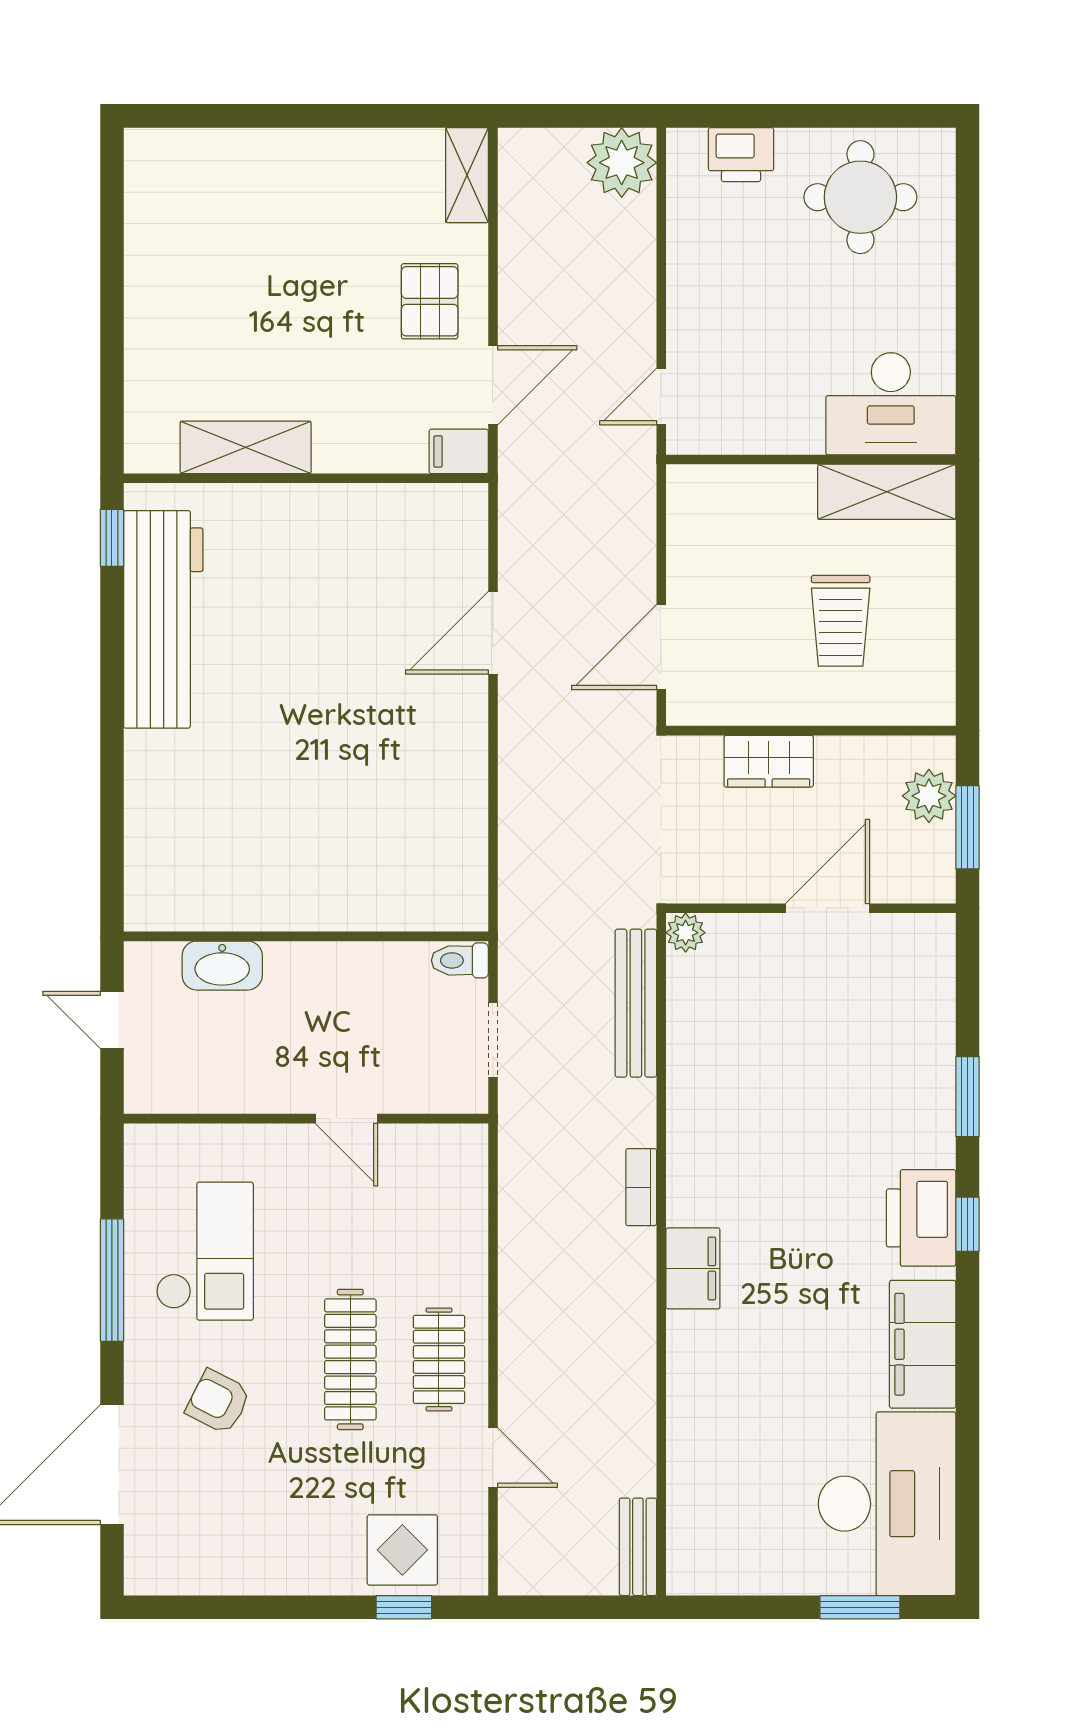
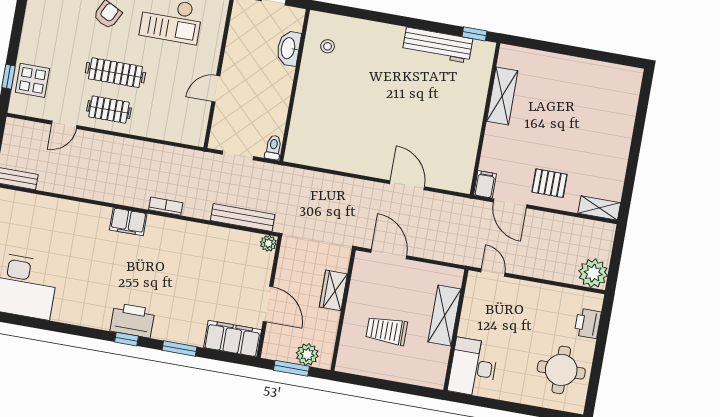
shelving: (887, 492) -> (445, 316), moved
workbench: (163, 619) -> (438, 45), width x0.73, depth x0.76
stool: (202, 876) -> (328, 46), added
filing cabinet: (923, 1344) -> (233, 339), moved

